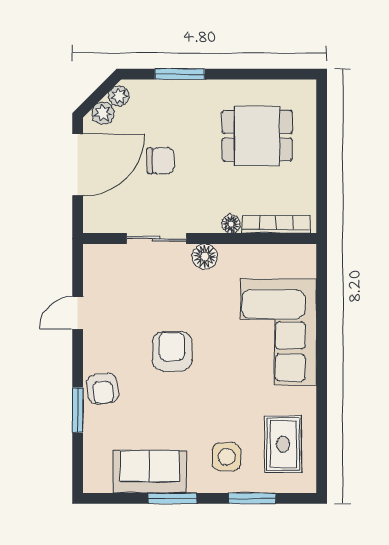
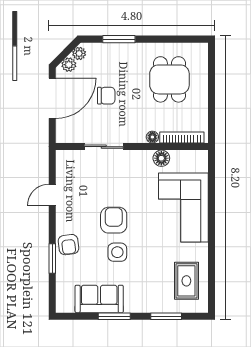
dining table: (257, 136) -> (169, 79), turned 90
floor lamp: (205, 256) -> (161, 158), moved
side table: (227, 457) -> (117, 252), moved

